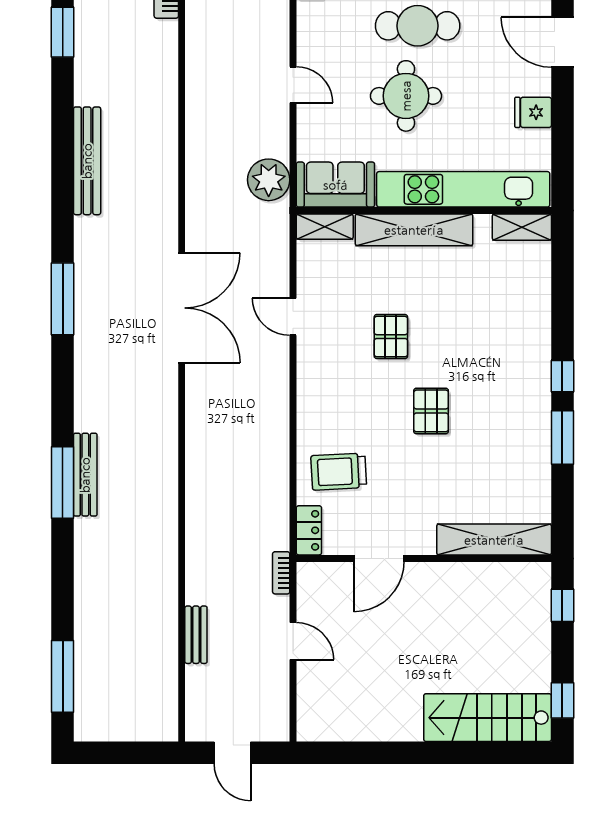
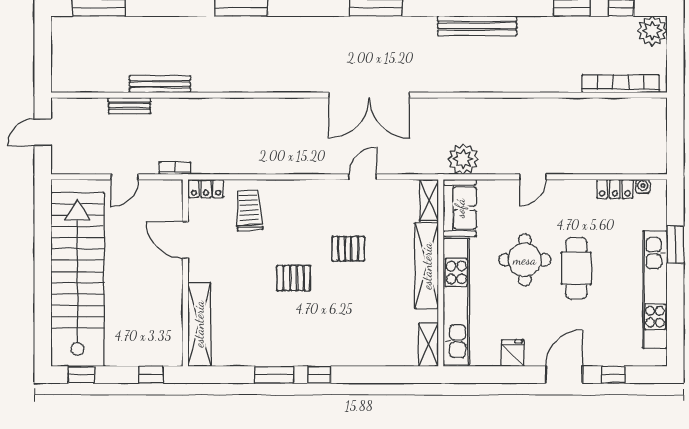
bench: (85, 475) -> (160, 84), moved
stairs: (488, 718) -> (78, 279), width x1.86, depth x1.51

